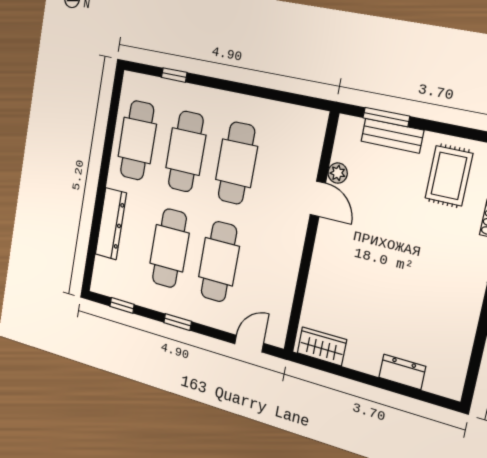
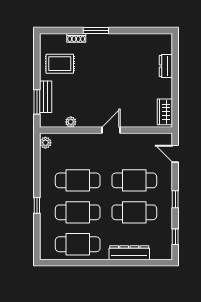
window: (174, 75) -> (37, 205), moved
plant: (310, 118) -> (45, 143), added
door: (318, 199) -> (111, 130), moved

